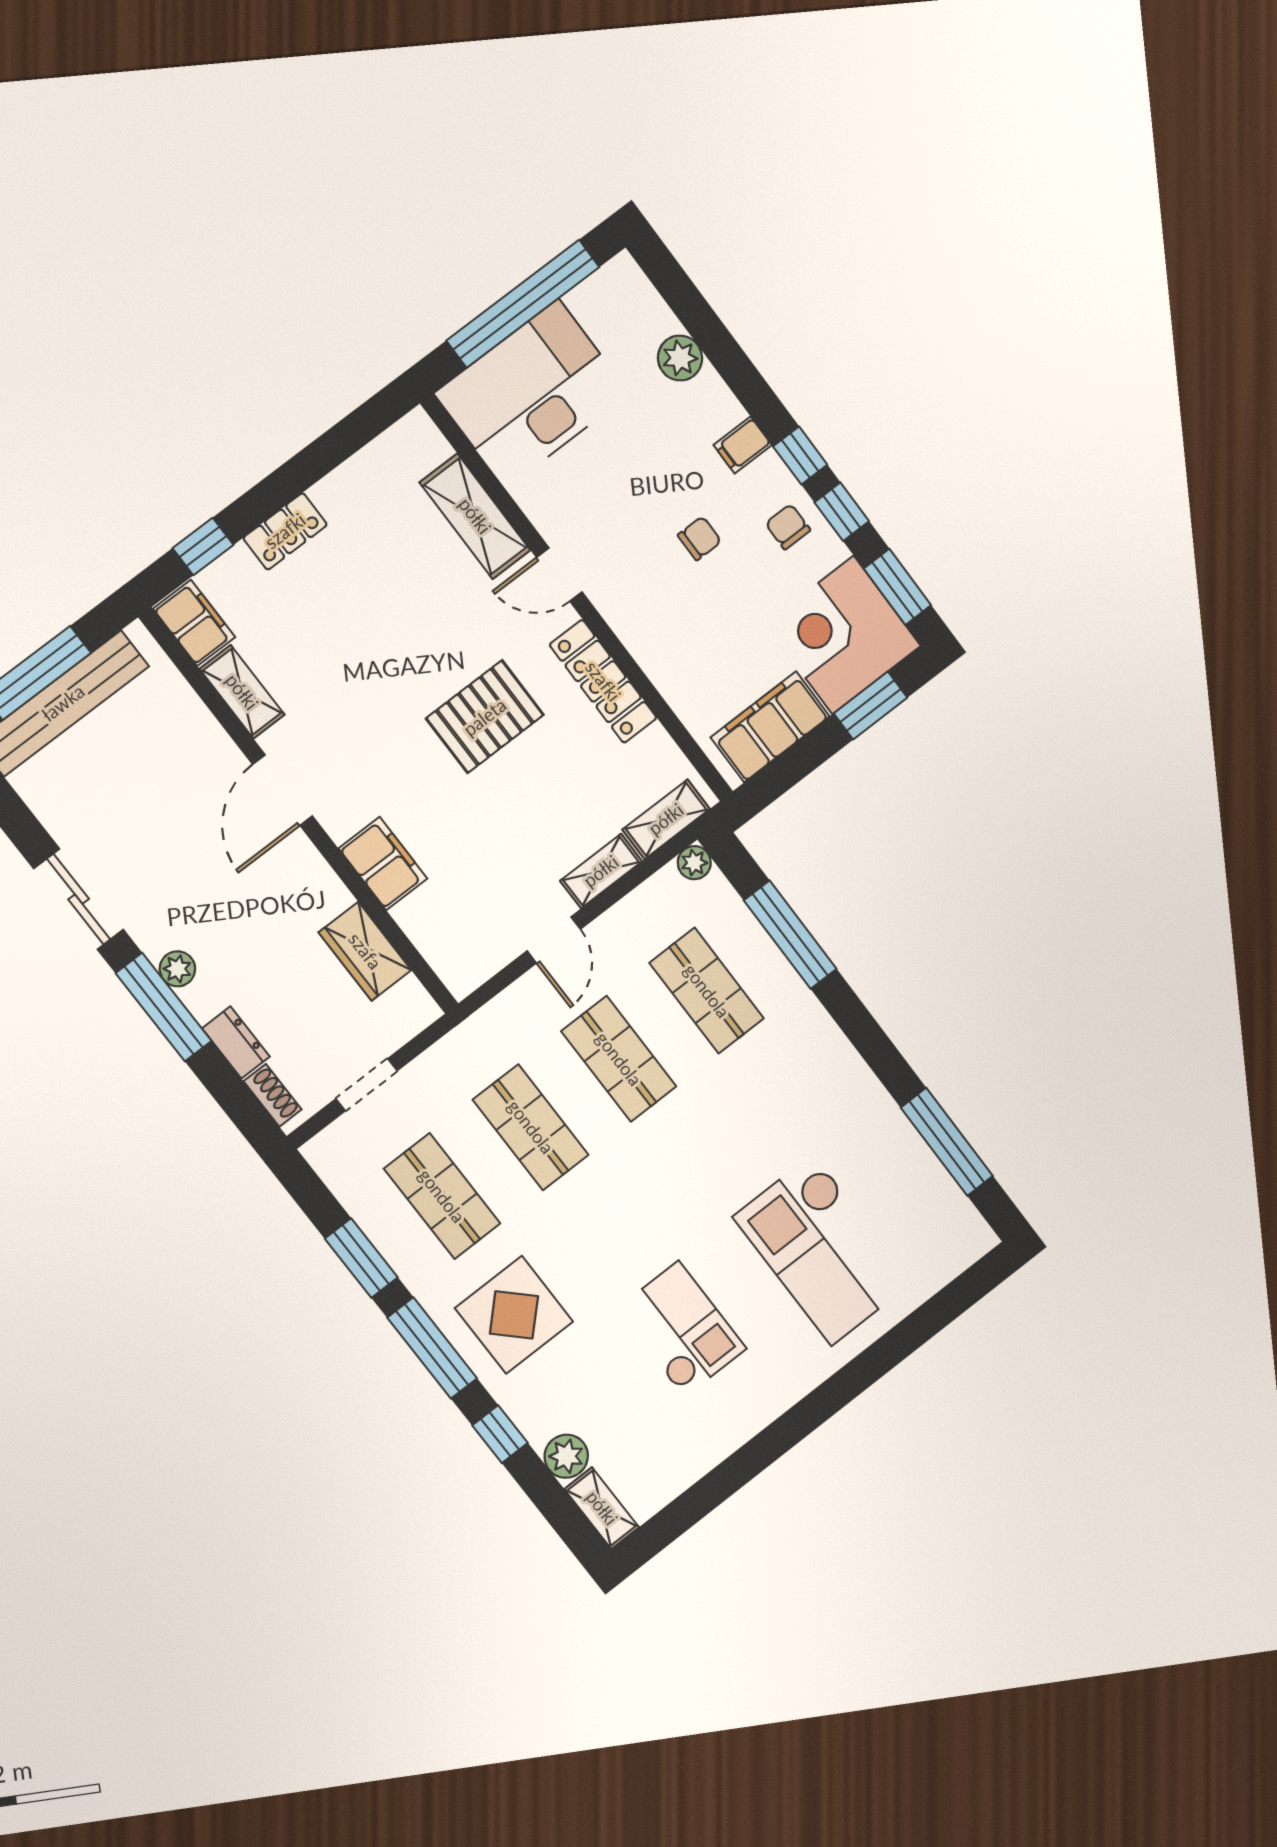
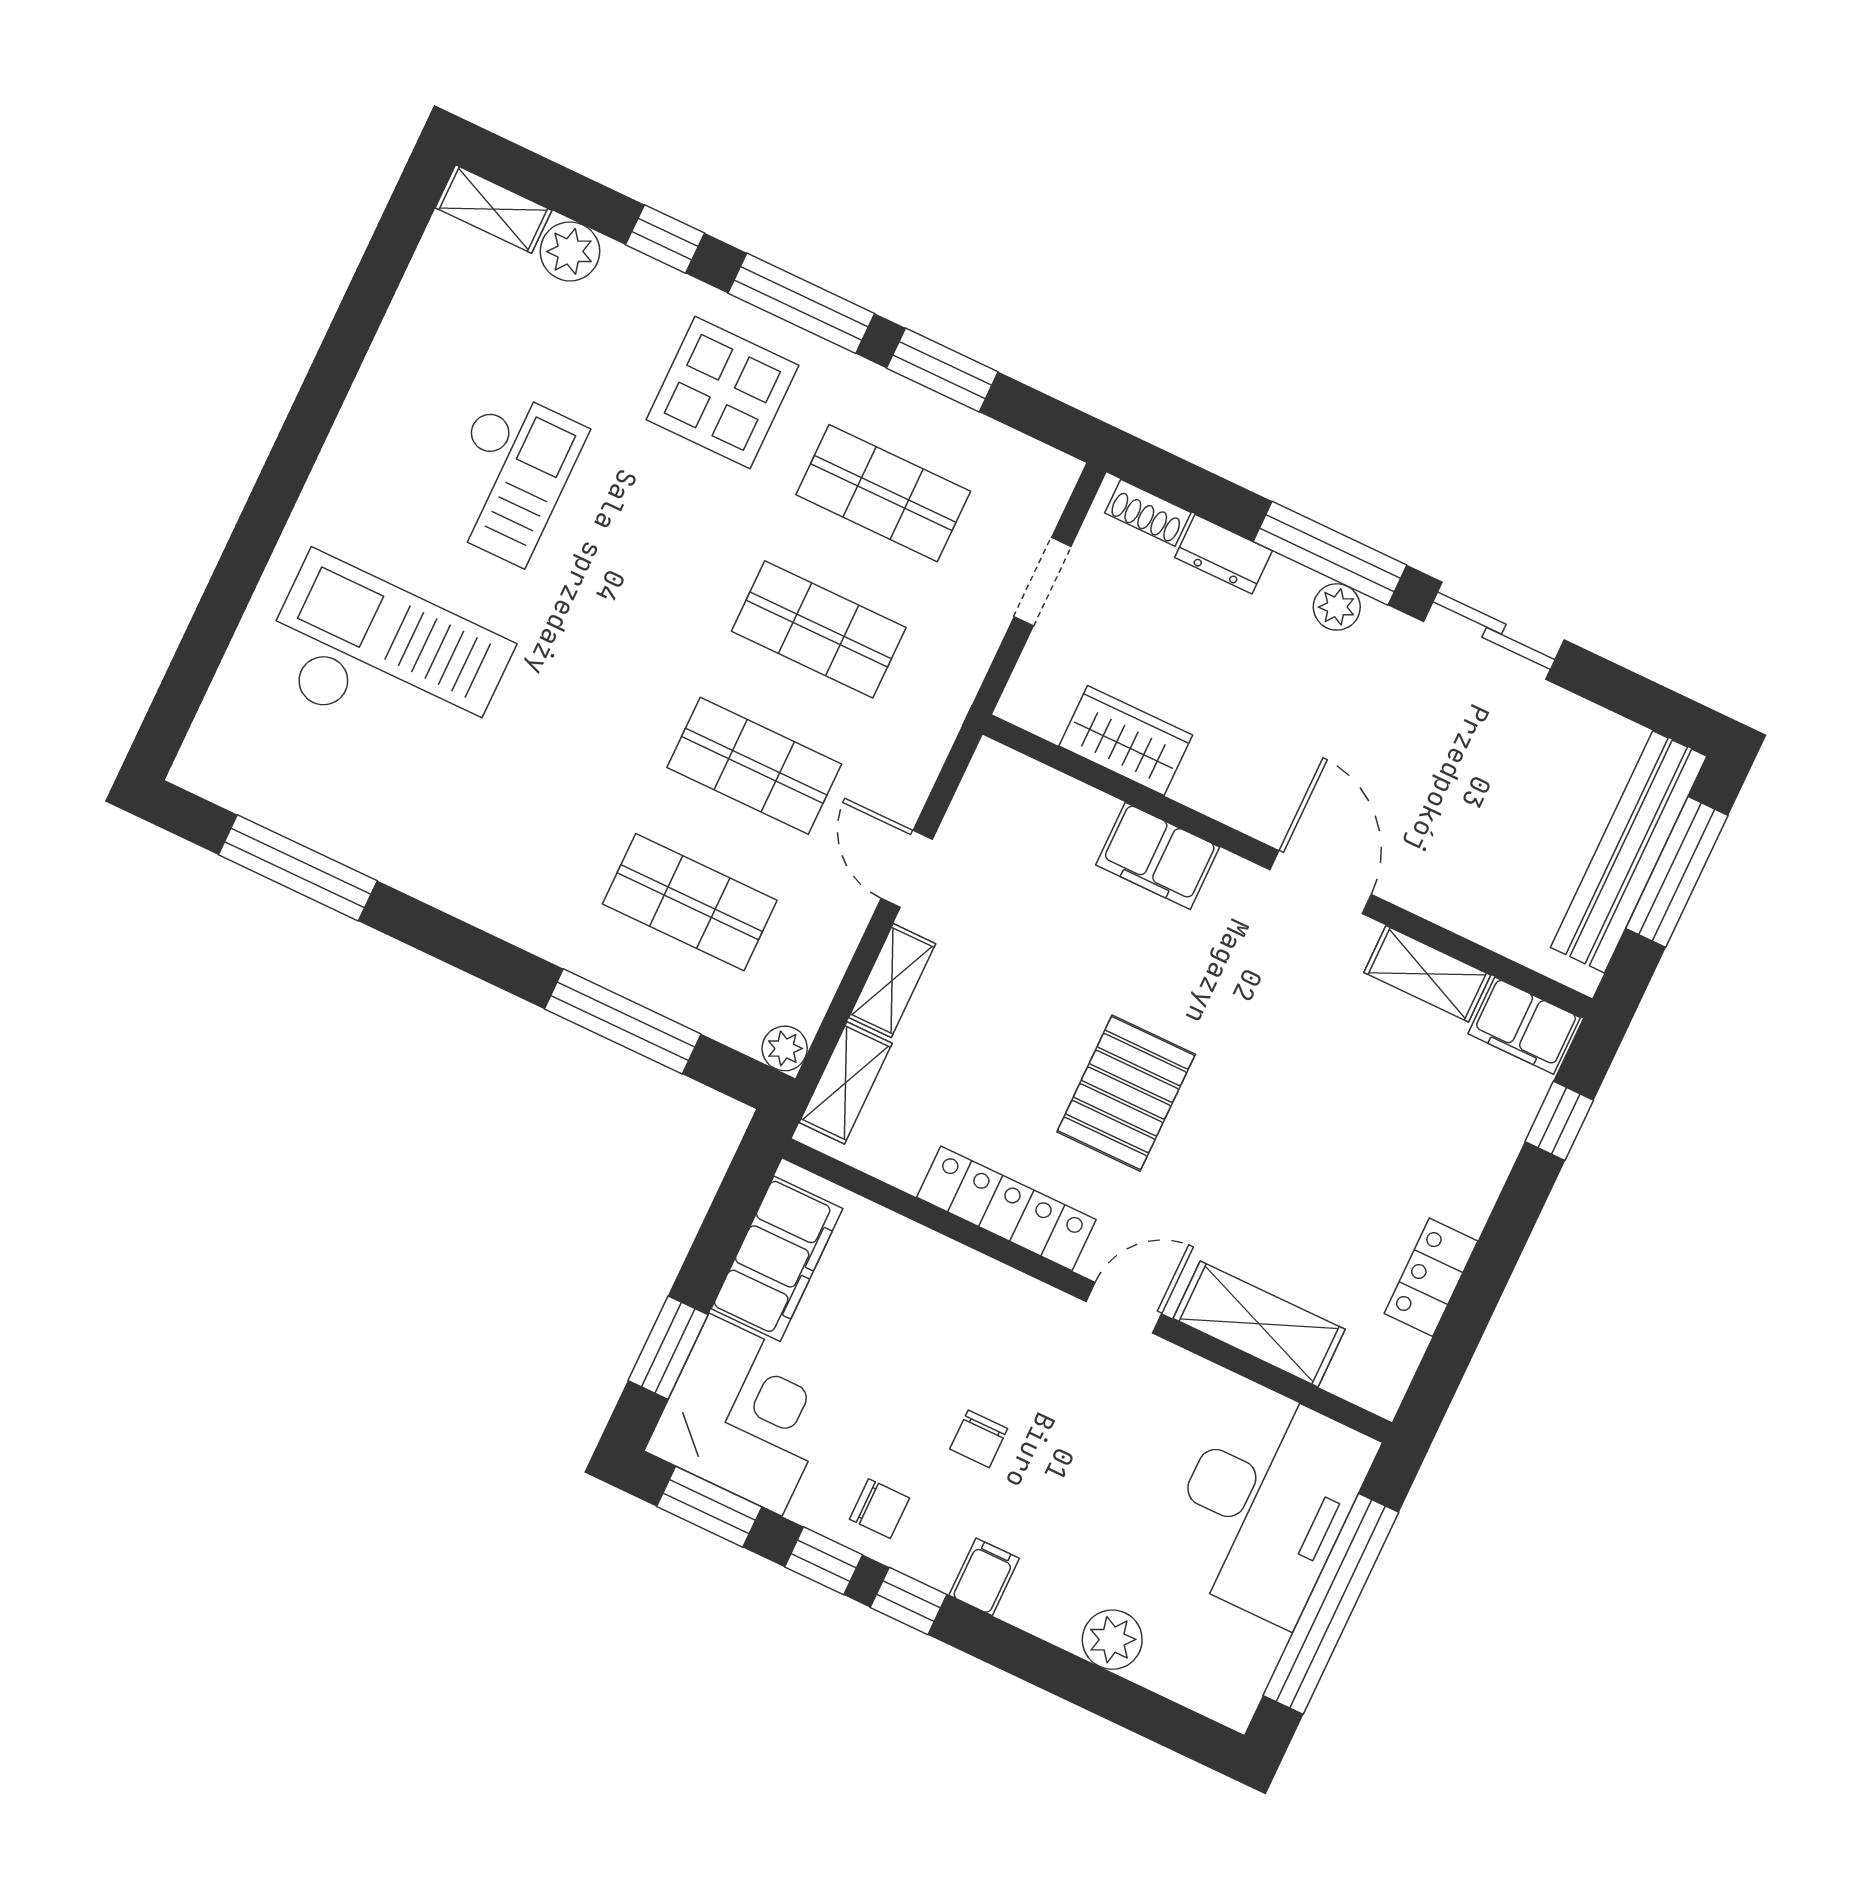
locker: (285, 531) -> (1431, 1277), moved
checkout: (681, 1329) -> (508, 476), turned -90

